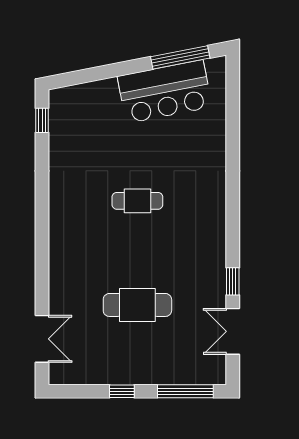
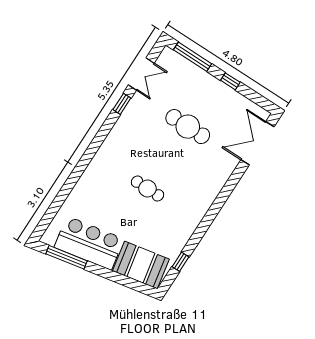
booth: (86, 105) -> (141, 265), added
window: (42, 120) -> (181, 262), moved
double door: (42, 339) -> (258, 143), width x1.37

